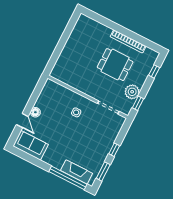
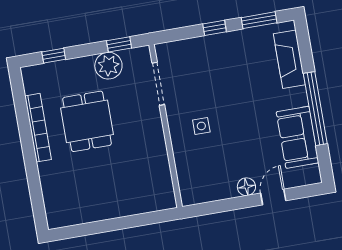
sofa: (31, 145) -> (298, 137), moved
window: (68, 178) -> (315, 109), moved

